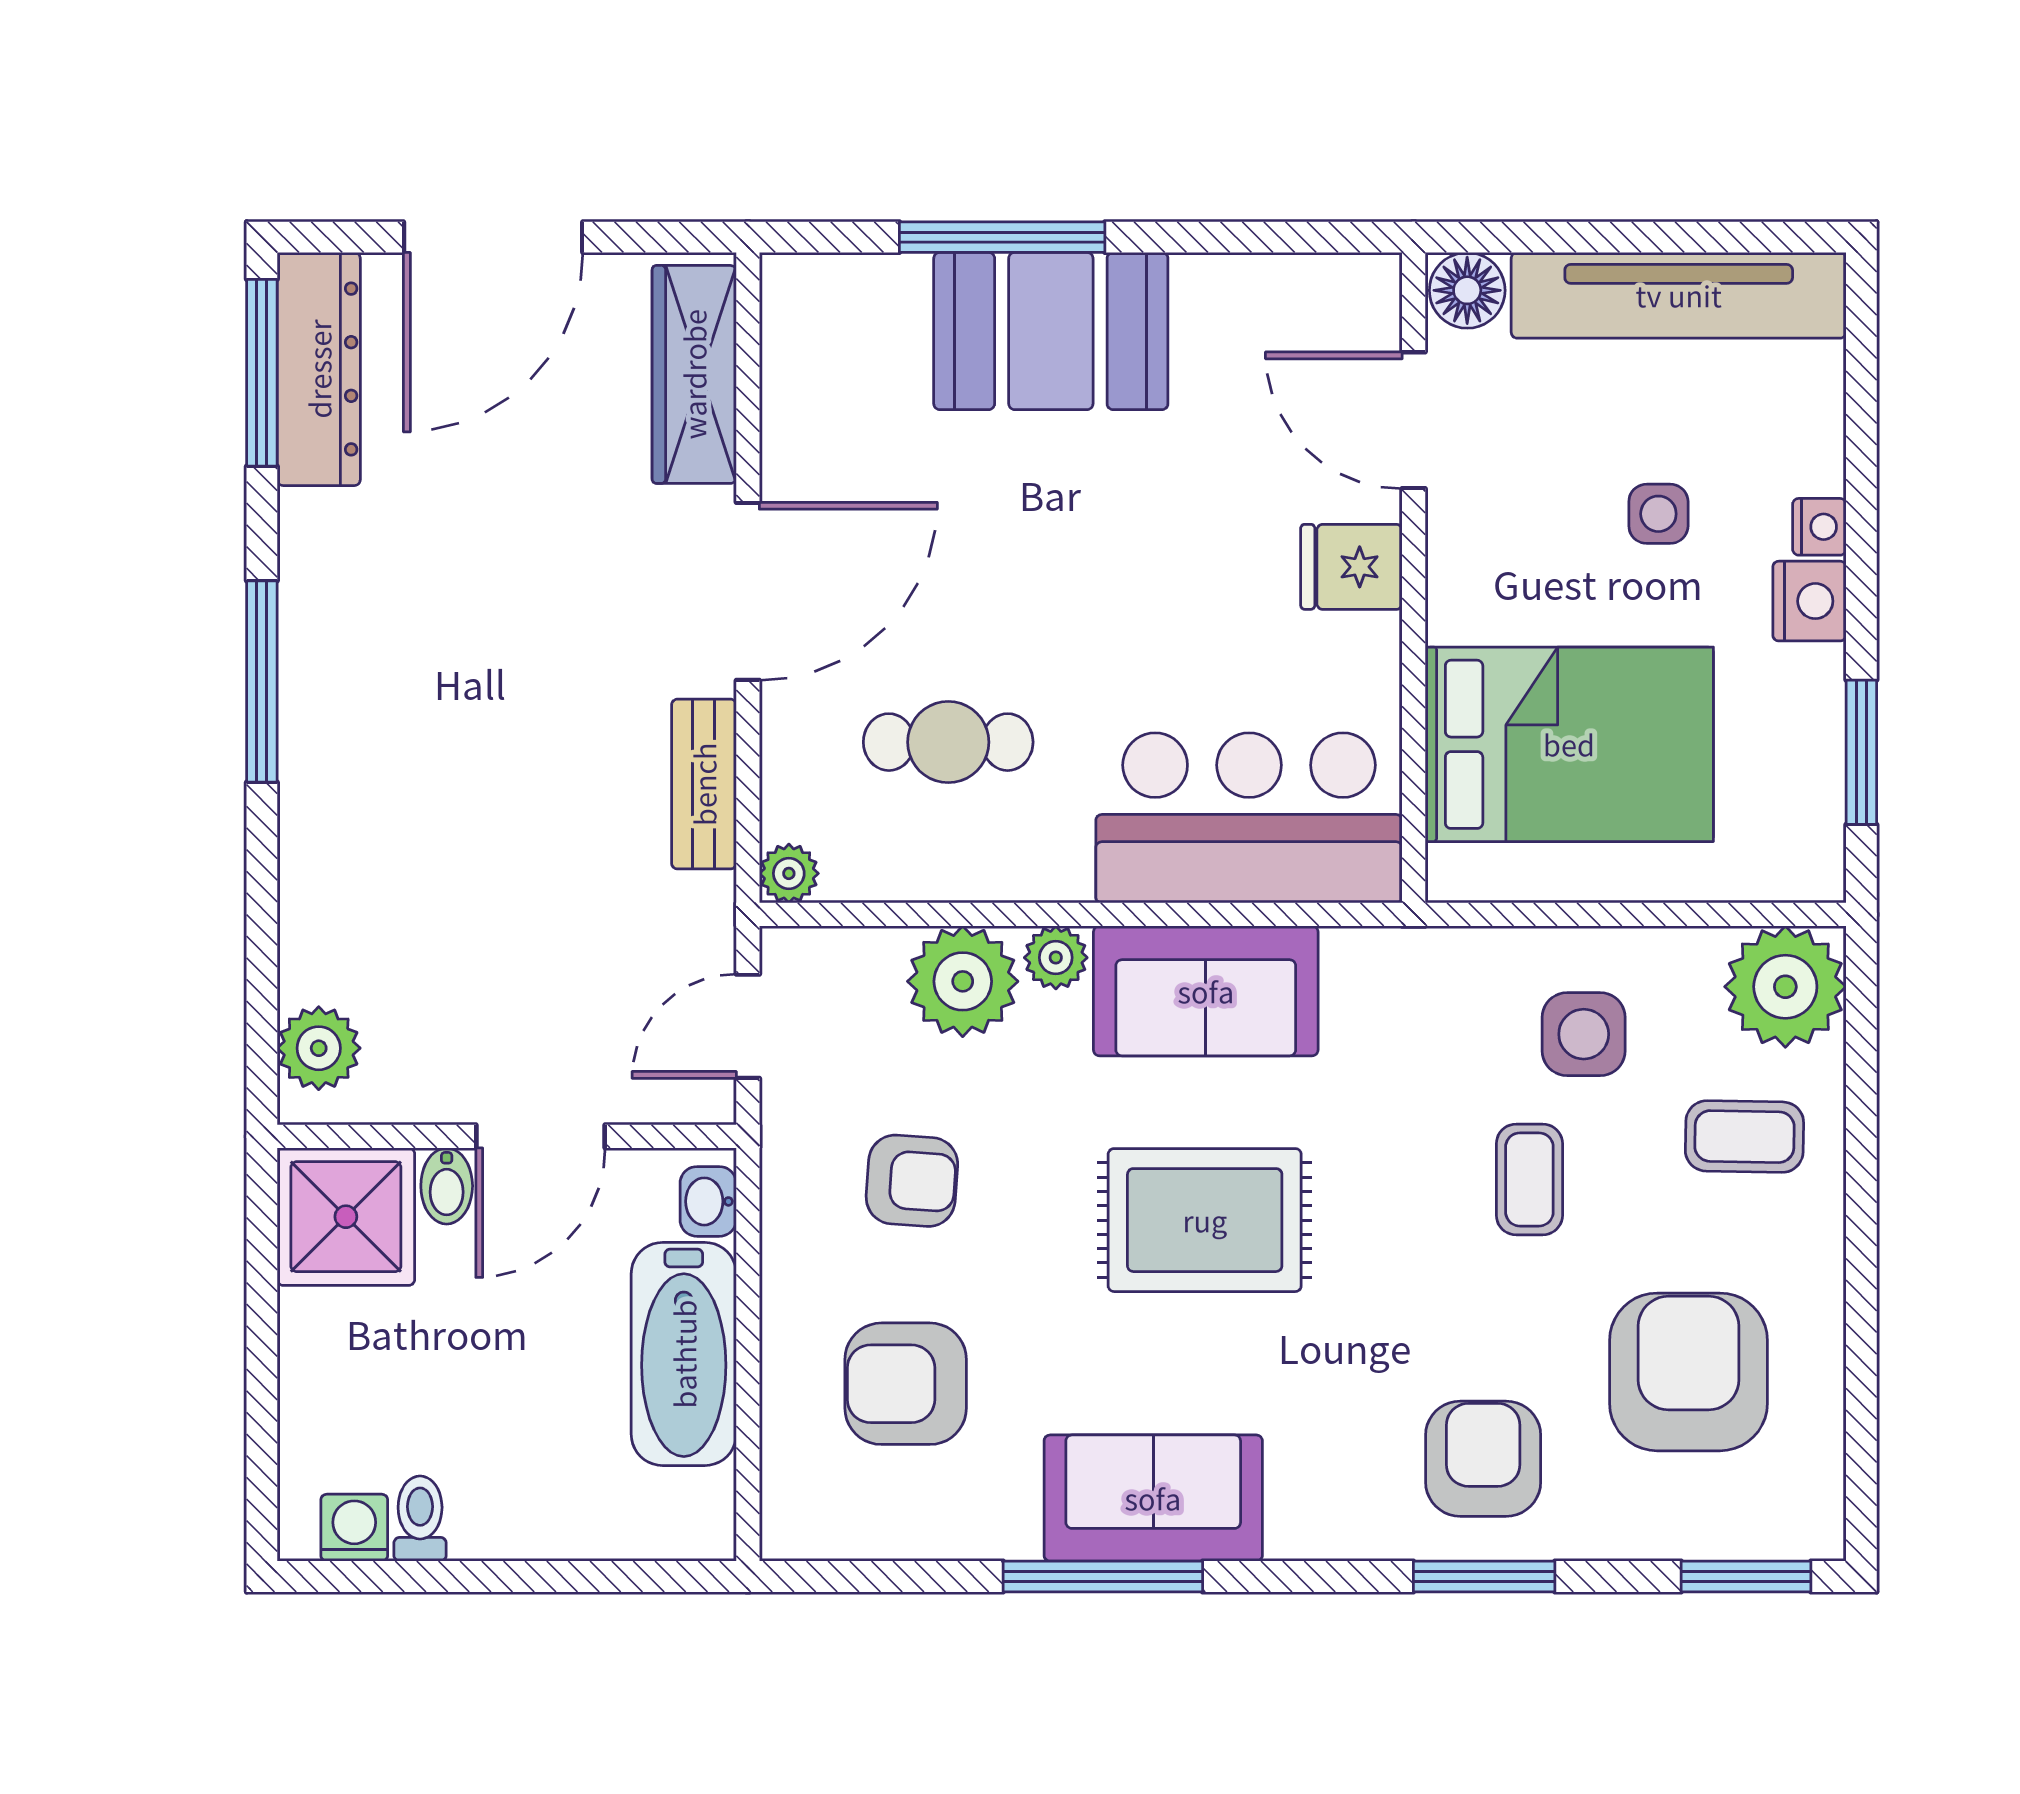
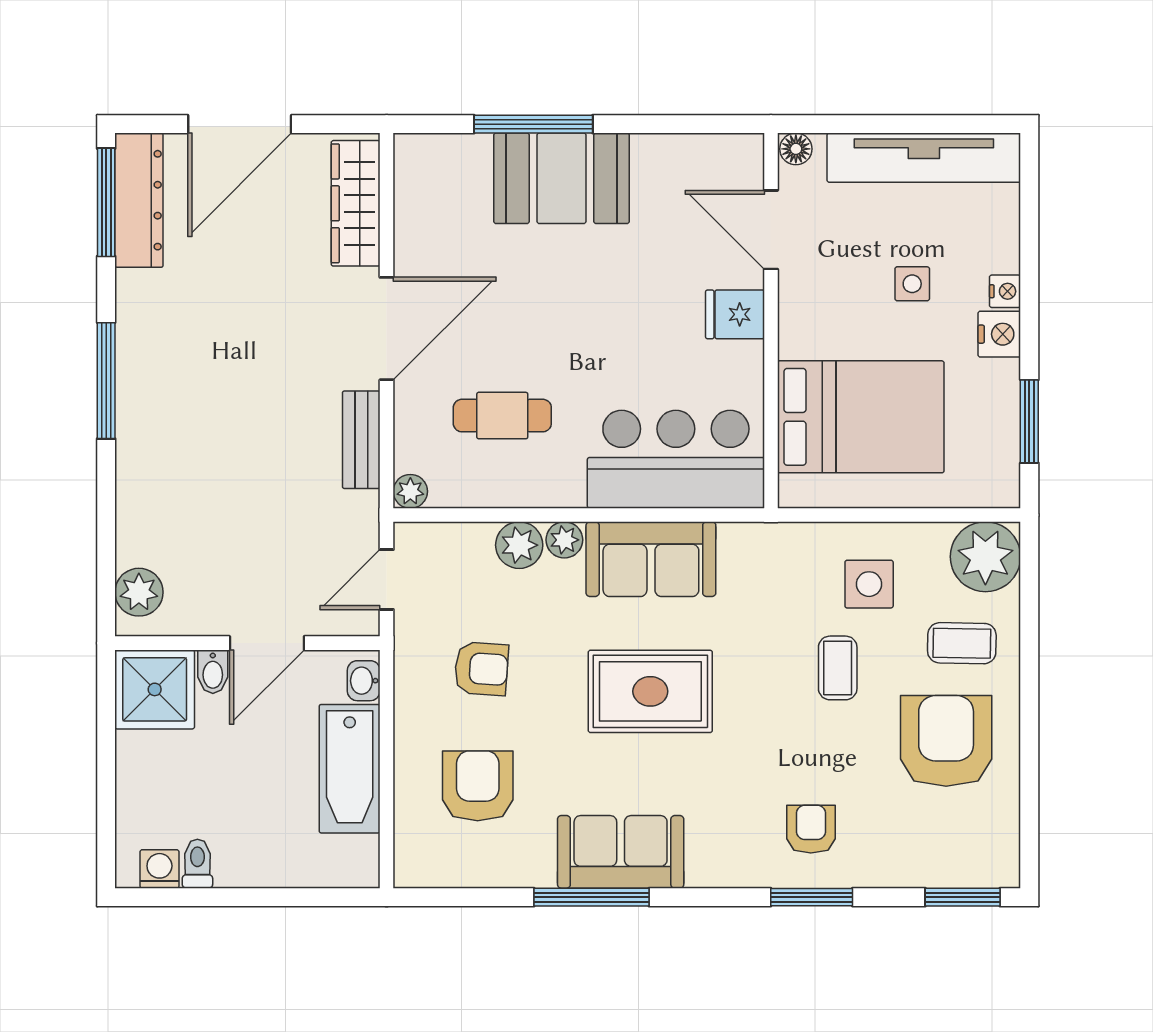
floor lamp: (1467, 290) -> (796, 149), width x0.73, depth x0.73
plant: (963, 981) -> (519, 545), width x0.73, depth x0.73
armchair: (1688, 1372) -> (946, 741), moved
armchair: (906, 1384) -> (478, 786), turned 90
armchair: (1483, 1459) -> (811, 829), width x0.72, depth x0.72

